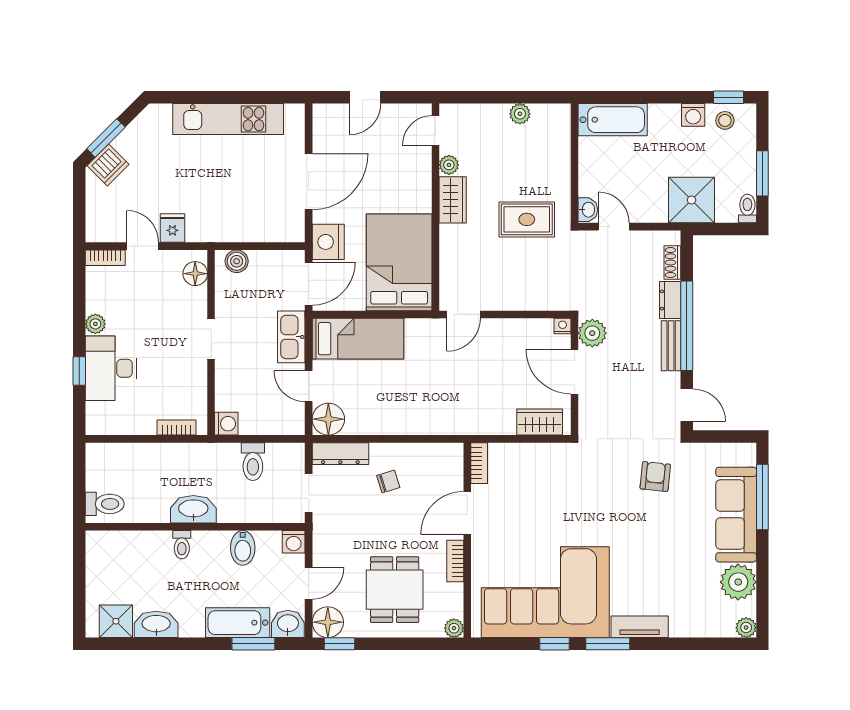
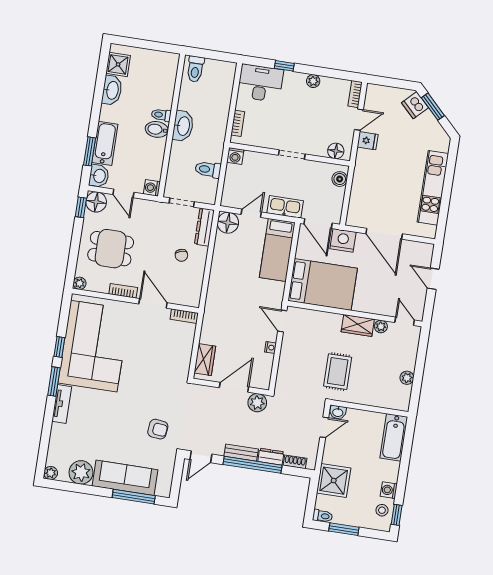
nightstand: (563, 326) -> (271, 348), moved
desk: (111, 368) -> (260, 83), moved
bidet: (243, 548) -> (157, 129), moved

